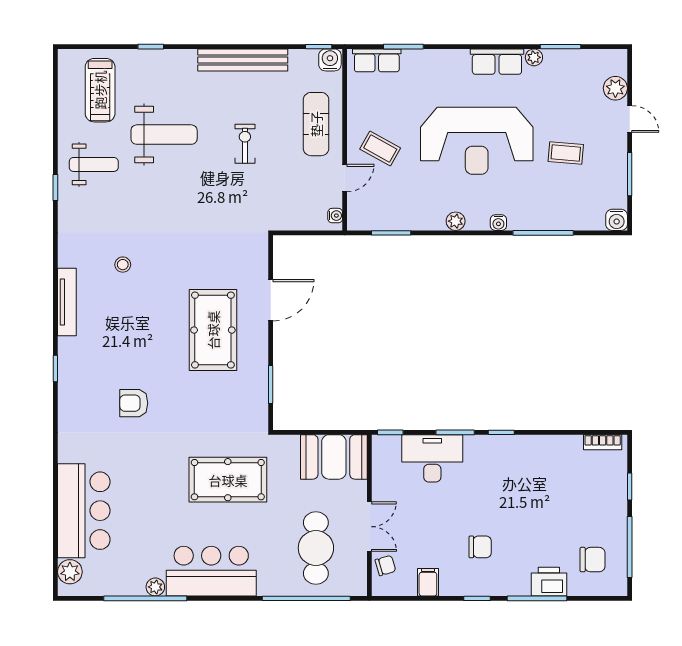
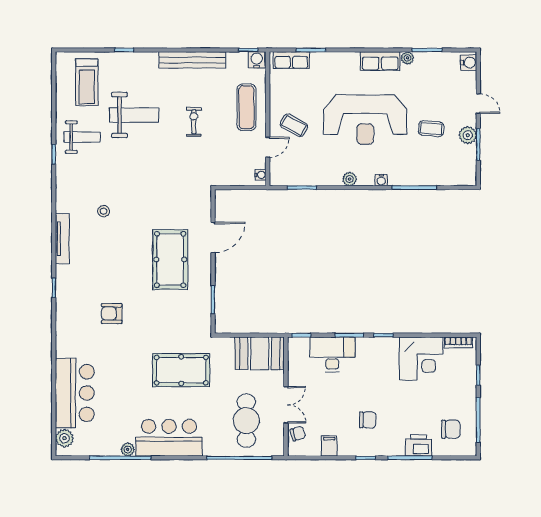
plant: (615, 88) -> (468, 135), moved
water cooler: (617, 220) -> (469, 63), moved, turned -90
corner desk: (552, 464) -> (421, 359), added

